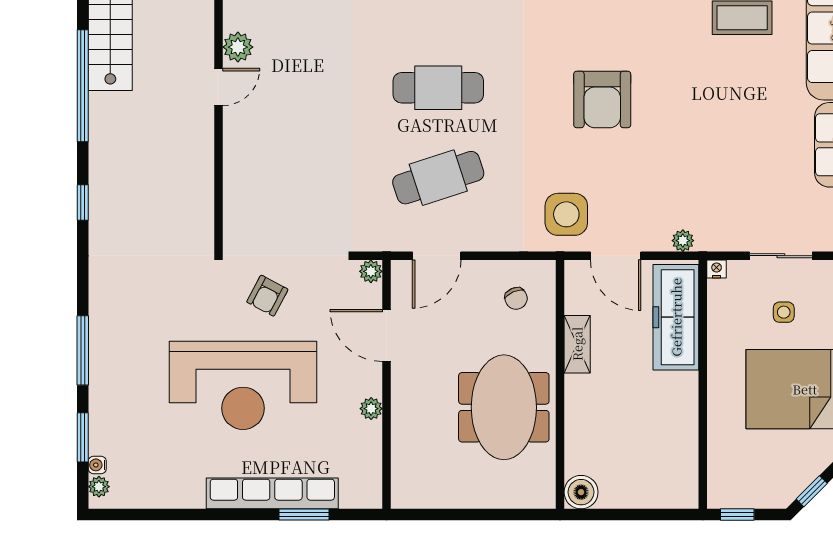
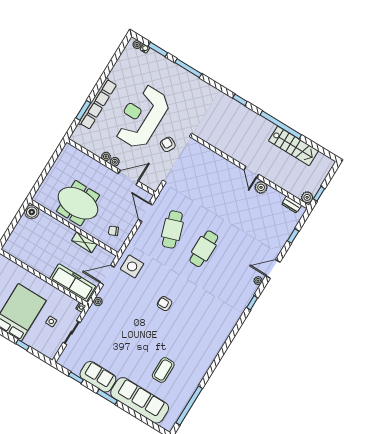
armchair: (602, 99) -> (165, 304), width x0.53, depth x0.53
plant: (371, 271) -> (115, 162), moved

